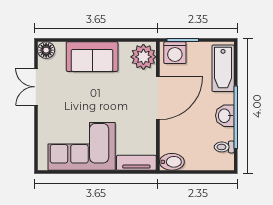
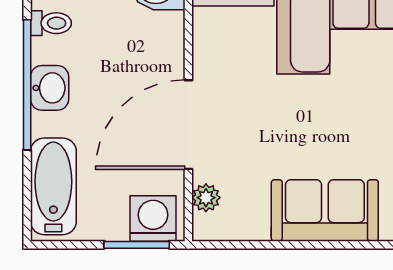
plant: (143, 57) -> (206, 198), width x0.53, depth x0.53

